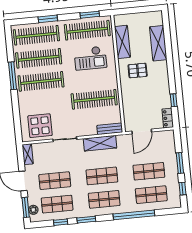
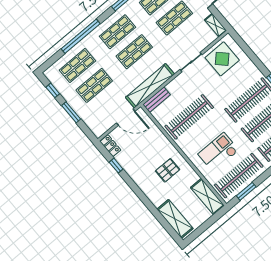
shelving: (122, 42) -> (207, 197), moved
shelving: (158, 43) -> (175, 219), moved
door: (142, 131) -> (126, 117), swing flipped
shelving: (100, 143) -> (150, 86), width x1.47

